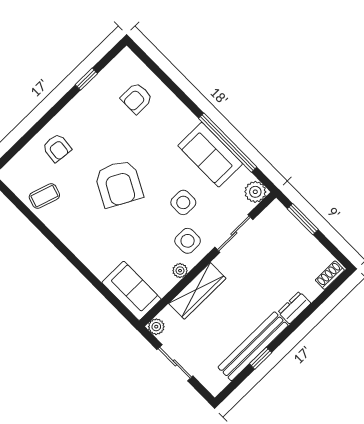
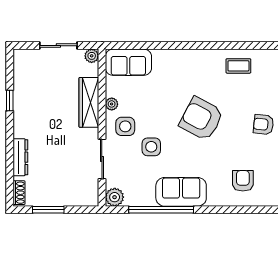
armchair: (57, 148) -> (263, 124), moved
sofa: (210, 155) -> (181, 192), moved
coffee table: (44, 196) -> (238, 66), turned 72
window: (303, 219) -> (48, 210), moved
dresser: (294, 308) -> (20, 157), width x1.44
bench: (253, 346) -> (22, 103), removed

